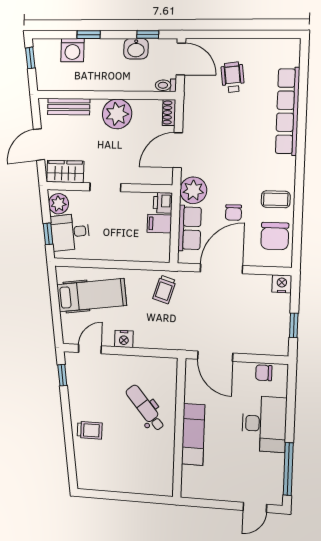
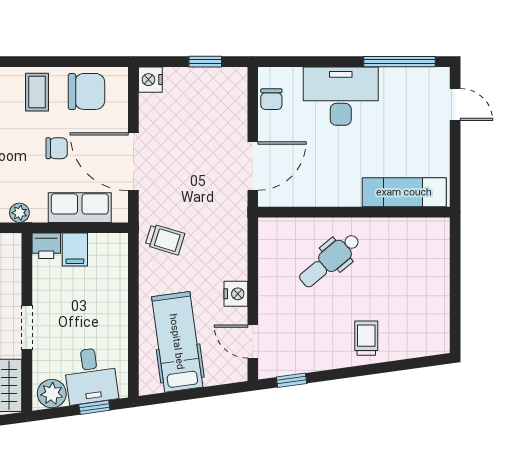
plant: (193, 190) -> (19, 213), width x0.53, depth x0.53
exam couch: (193, 434) -> (404, 192), moved

